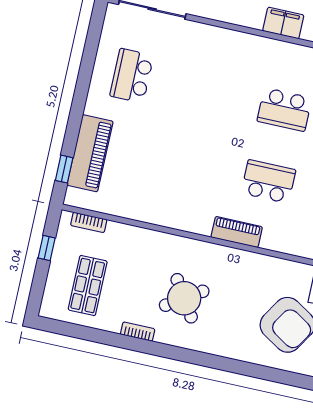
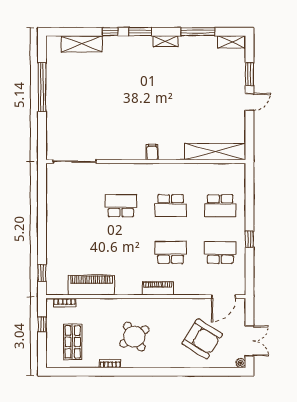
filing cabinet: (283, 23) -> (152, 152), width x0.50
school desk: (132, 76) -> (121, 206), moved, turned 90
piano: (90, 153) -> (91, 285), moved, turned -90

